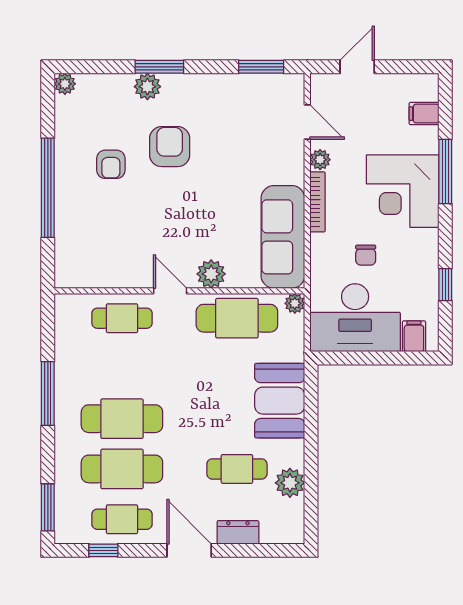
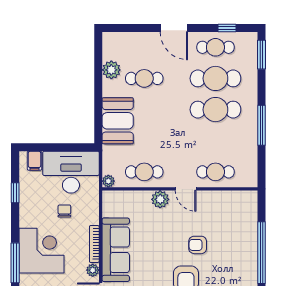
armchair: (111, 164) -> (198, 245), moved, turned -90
sofa: (283, 237) -> (116, 250), moved
cafe table: (237, 318) -> (144, 172), width x0.73, depth x0.74
dresser: (238, 532) -> (144, 39), removed

